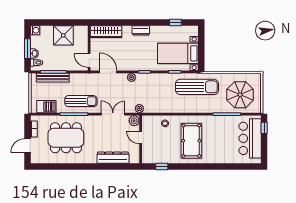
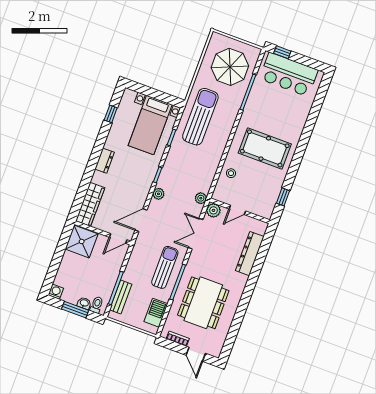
shower: (63, 35) -> (82, 241), moved
bench: (53, 78) -> (121, 297), width x0.73

